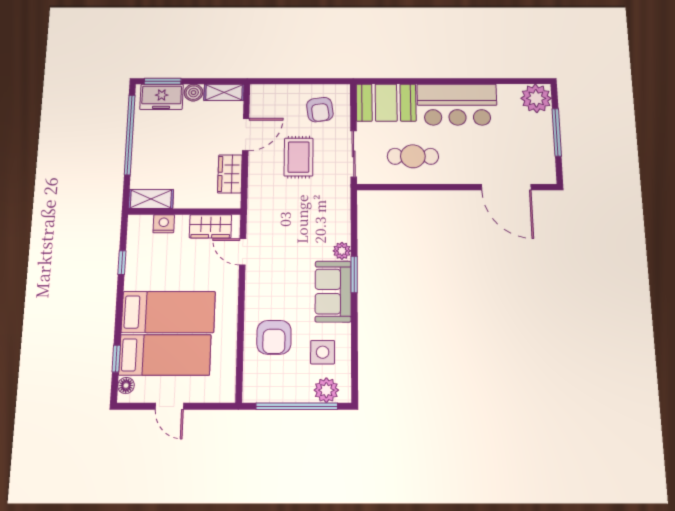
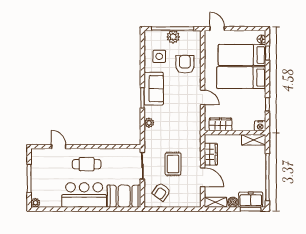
plant: (536, 98) -> (35, 203), width x0.53, depth x0.53
armchair: (320, 110) -> (161, 192), turned -136
door: (246, 134) -> (203, 177), swing flipped
cafe table: (413, 156) -> (87, 164), moved
door: (506, 187) -> (59, 147), width x0.53
nightstand: (164, 224) -> (260, 126), moved
plant: (342, 251) -> (149, 123), moved
door: (243, 252) -> (203, 97), moved
plant: (326, 390) -> (173, 37), moved
door: (169, 406) -> (217, 29), moved

